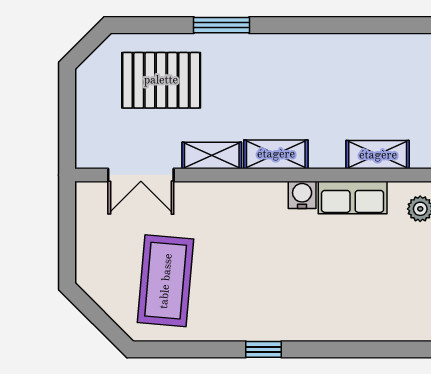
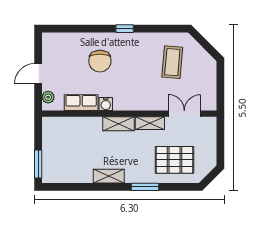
shelving: (378, 155) -> (109, 176), moved
coffee table: (166, 281) -> (172, 62), width x0.73, depth x0.76
chair: (314, 283) -> (100, 61), added

